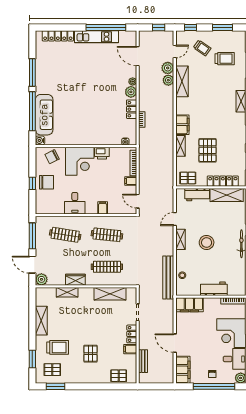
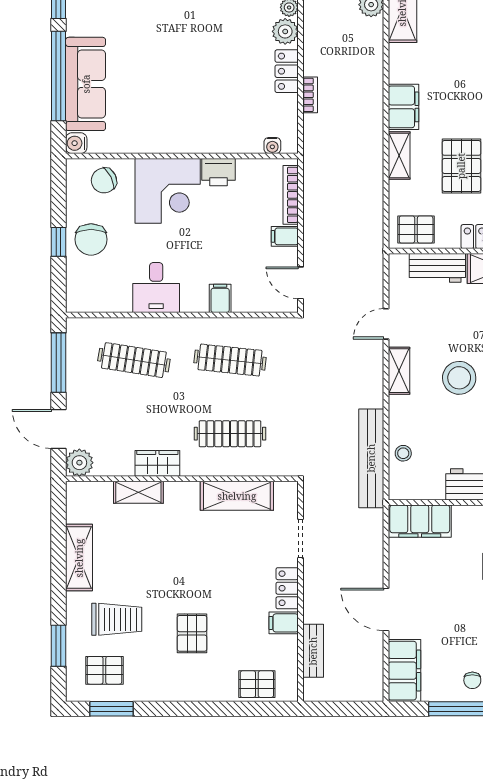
chair: (46, 182) -> (91, 239), turned 90

